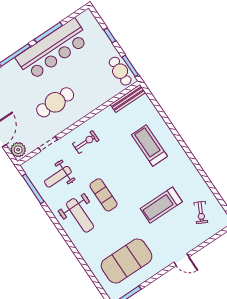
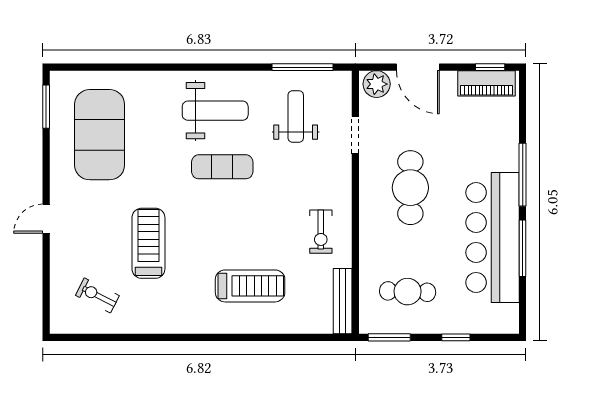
cafe table: (120, 71) -> (408, 292), moved
exercise bike: (86, 142) -> (321, 232), moved
weight bench: (80, 215) -> (215, 111), turned 180

